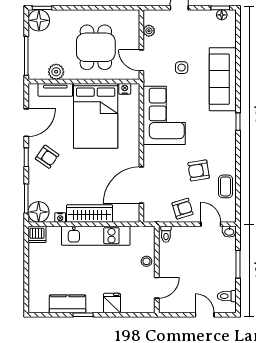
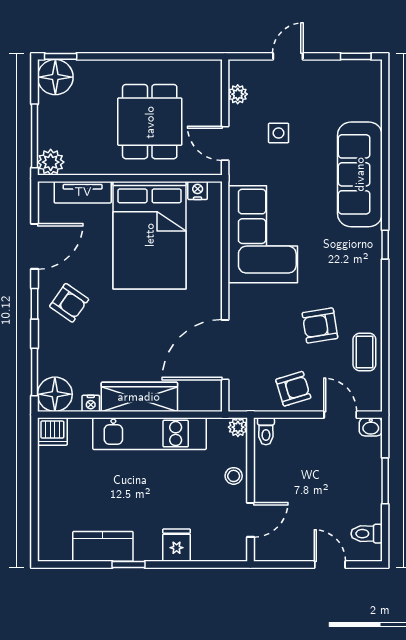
floor lamp: (222, 15) -> (358, 68), removed
side table: (182, 68) -> (279, 133), moved
plant: (56, 72) -> (51, 162), moved
plant: (149, 232) -> (238, 427), added

